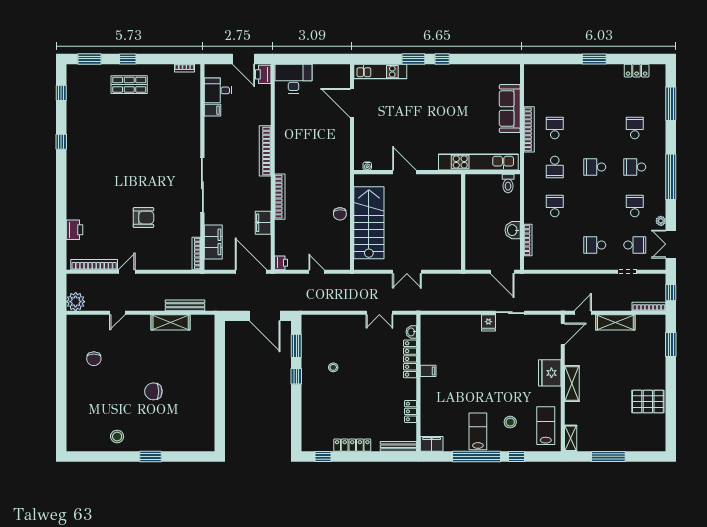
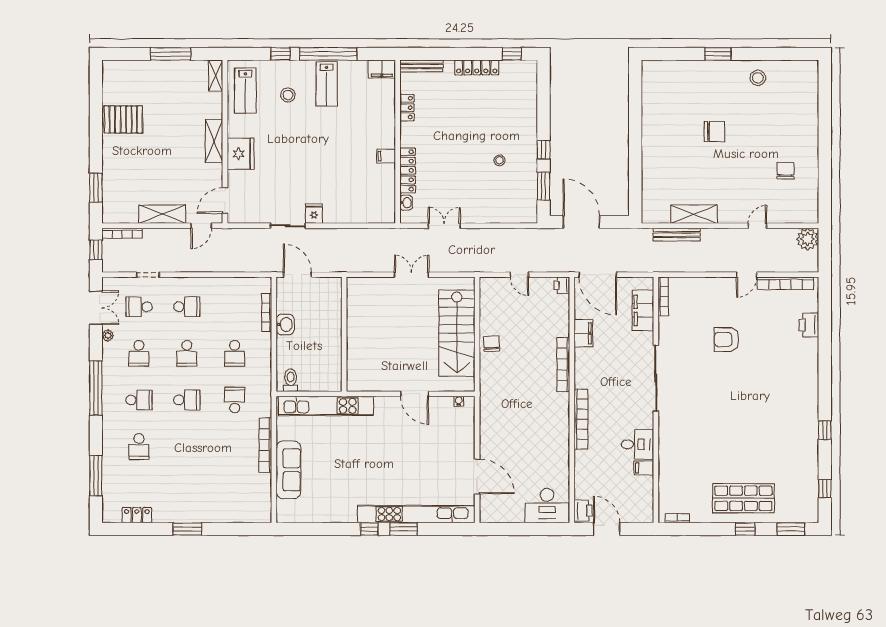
kitchen unit: (380, 72) -> (416, 514), width x1.86
shop shelf: (129, 85) -> (743, 498), width x1.43, depth x1.36
desk: (218, 90) -> (637, 444), moved
school desk: (555, 128) -> (187, 353), moved

